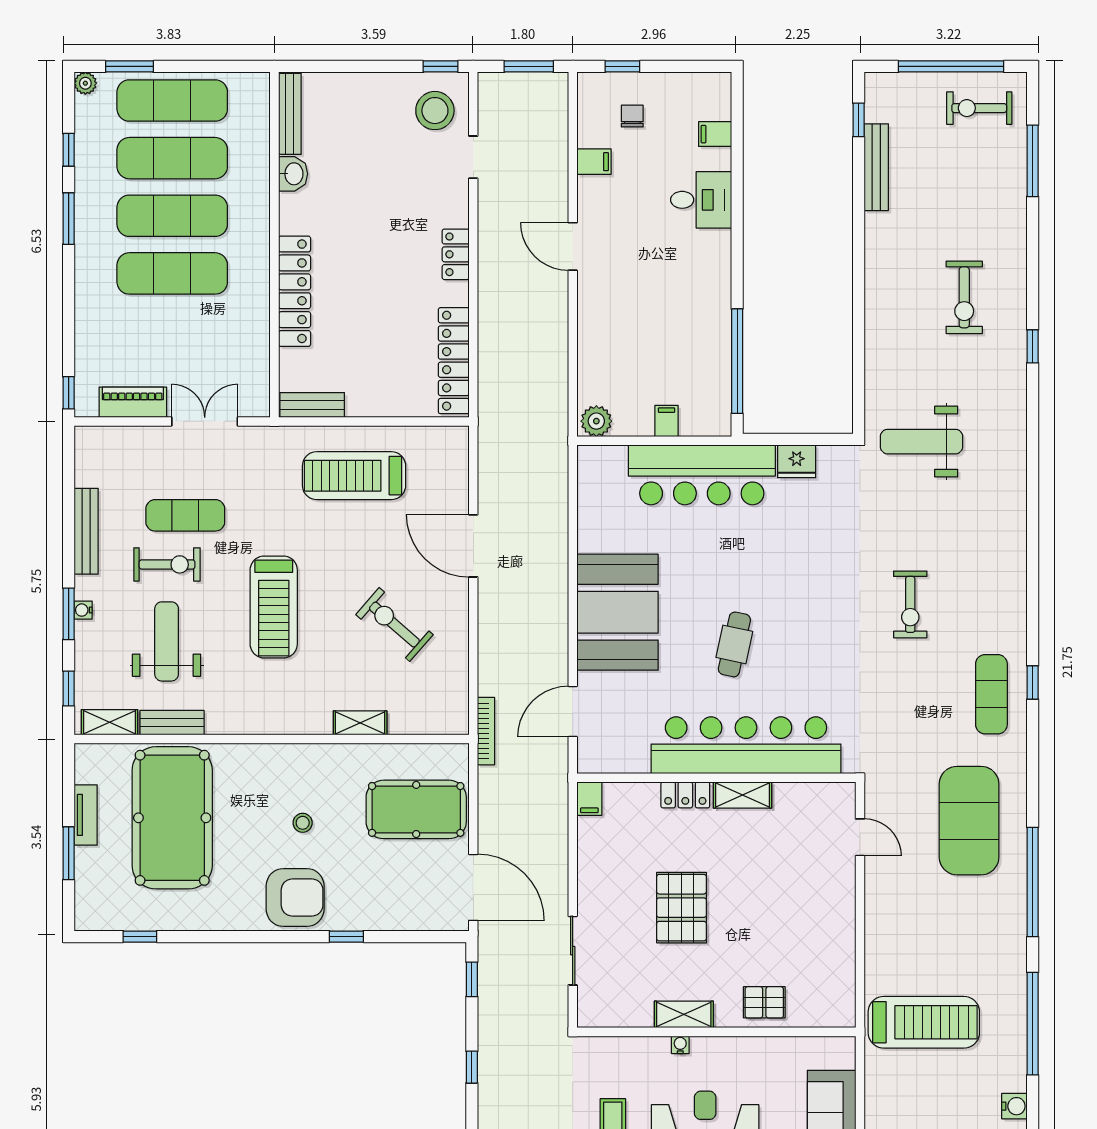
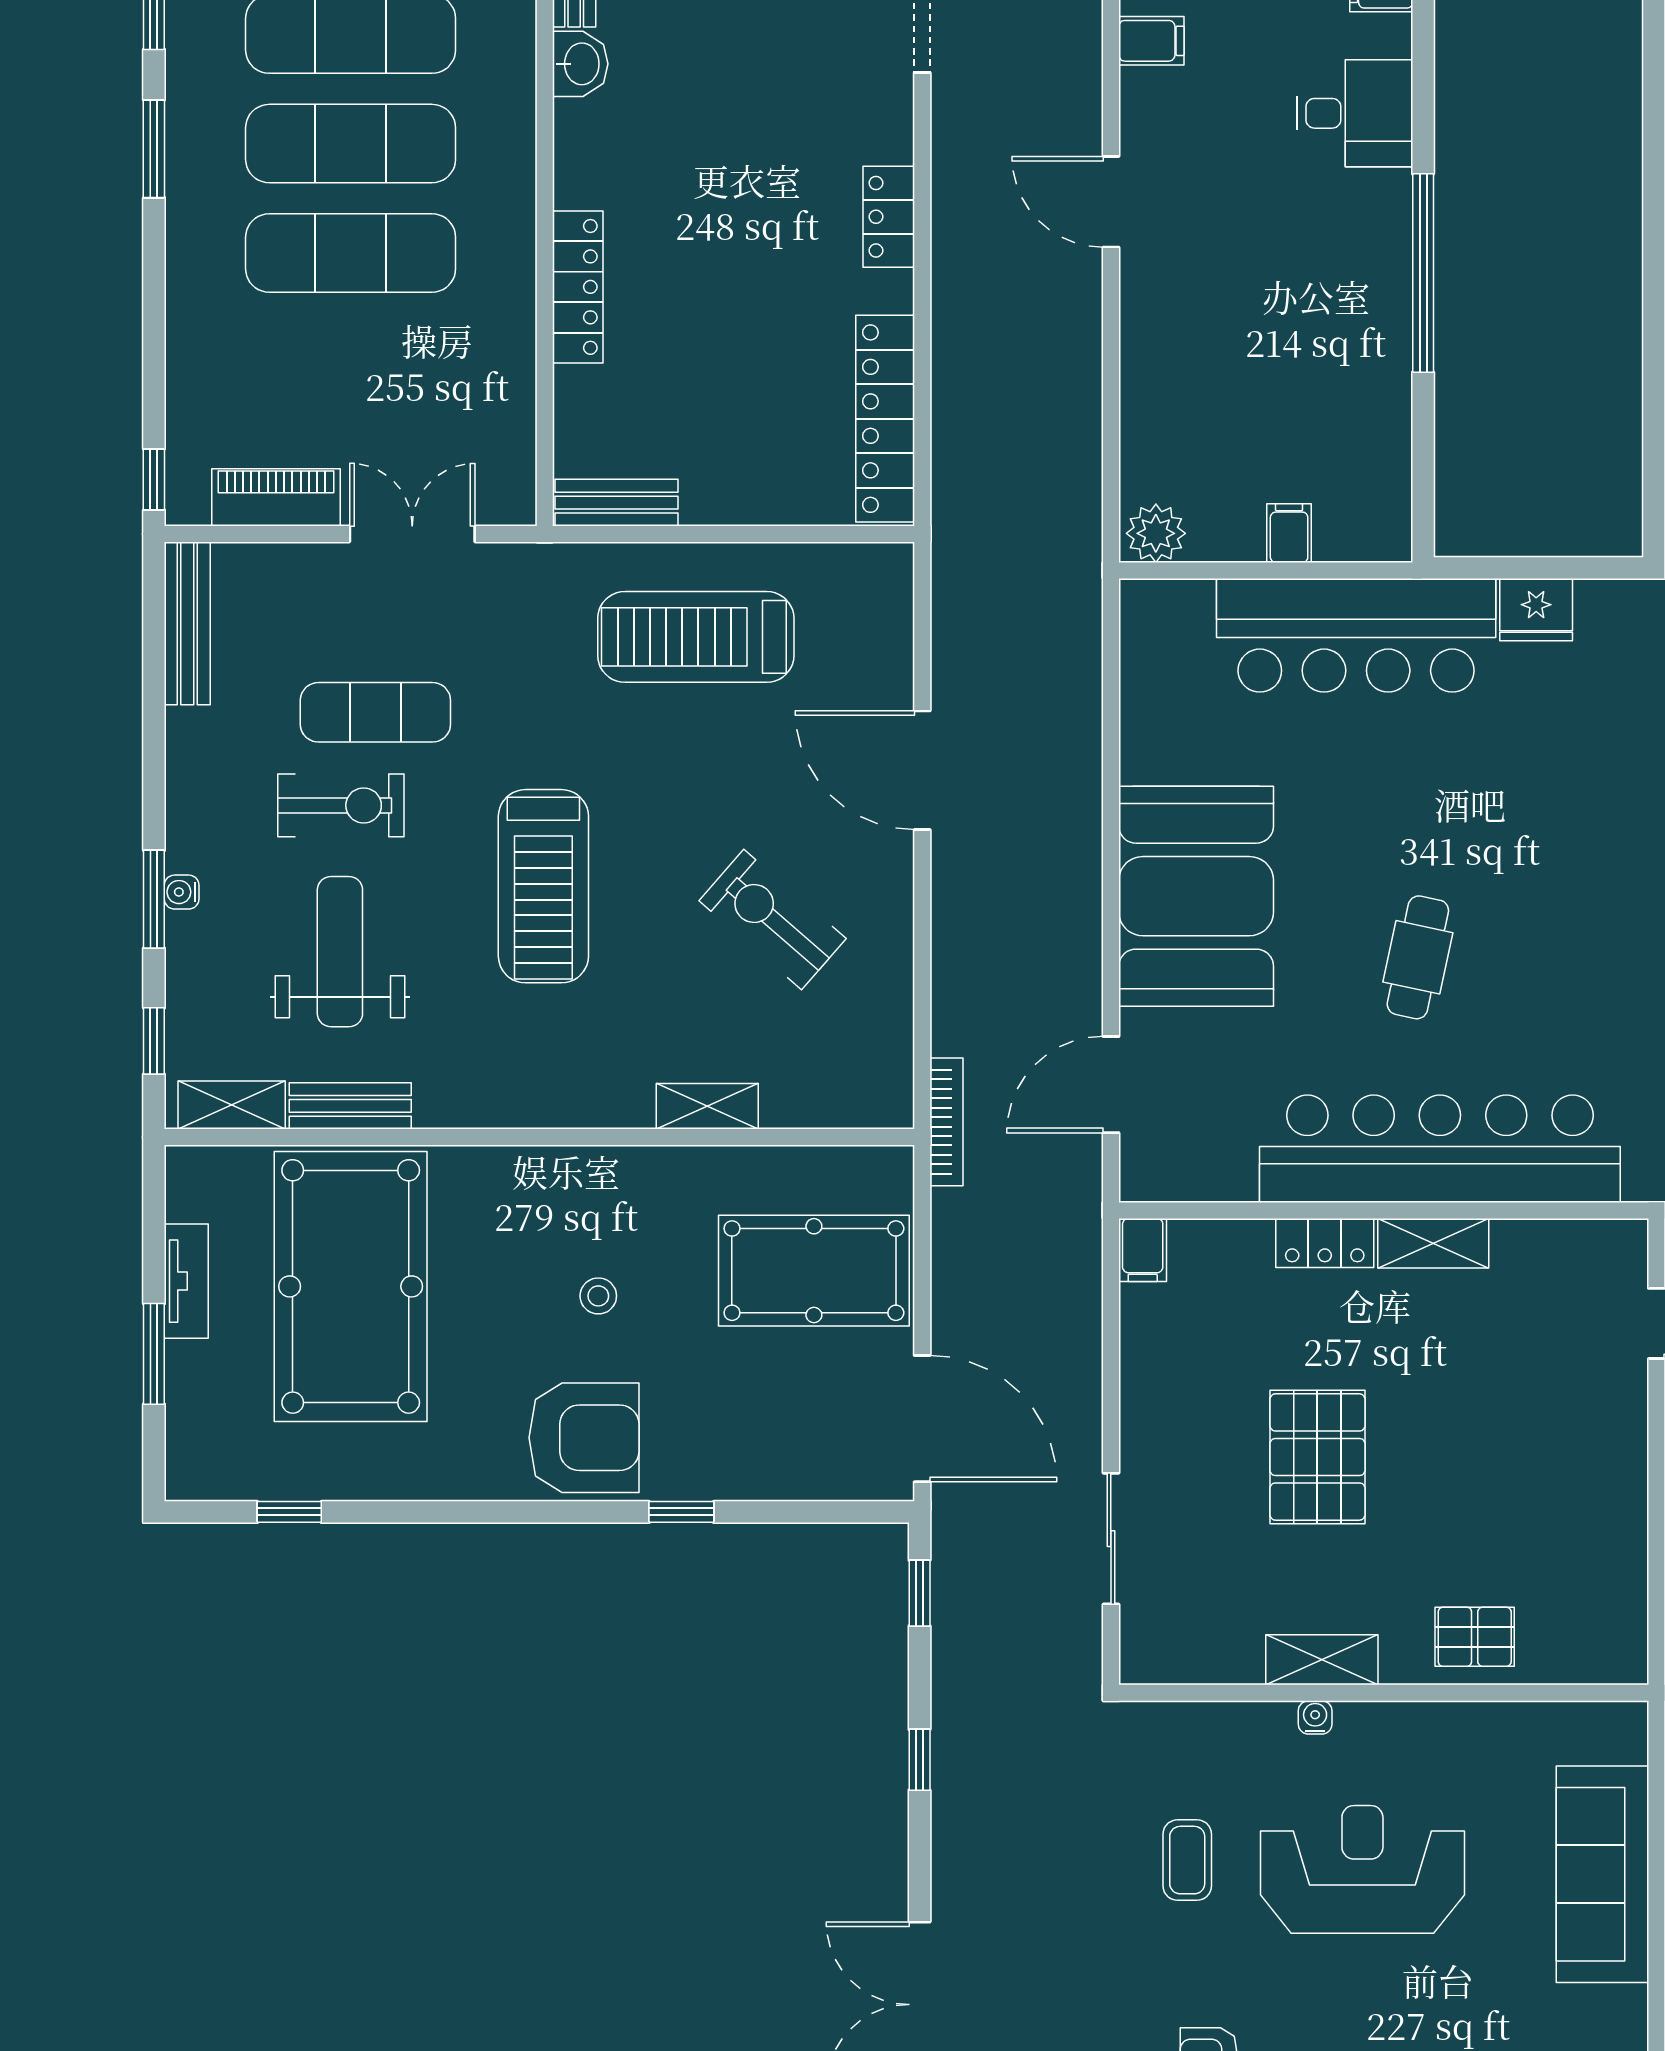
locker: (295, 291) -> (578, 287), width x0.71, depth x0.83
window: (737, 361) -> (1423, 273), moved
bench: (86, 531) -> (187, 623), moved

